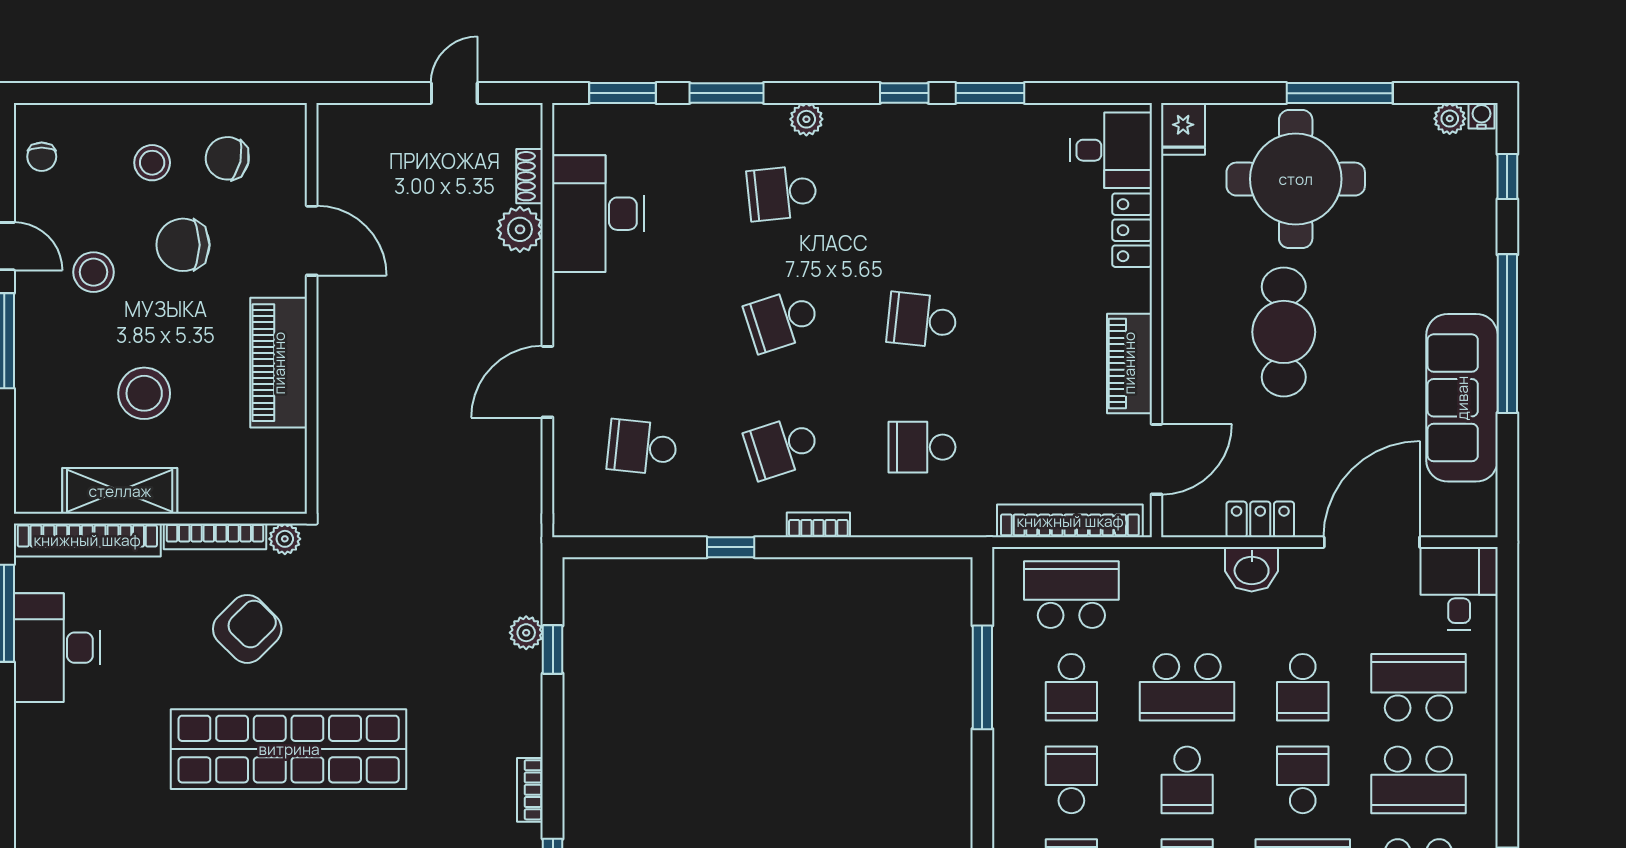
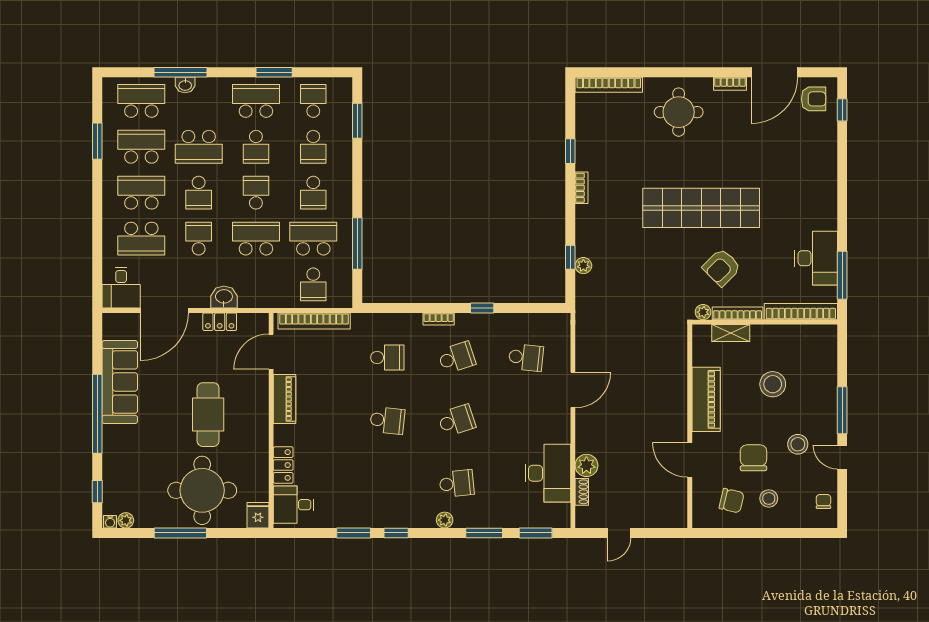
chair: (183, 245) -> (753, 458), turned -90
shelving: (120, 491) -> (731, 333), moved, width x0.67, depth x0.75
school desk: (1071, 595) -> (313, 284), width x0.54
school desk: (1071, 687) -> (313, 239), width x1.85

